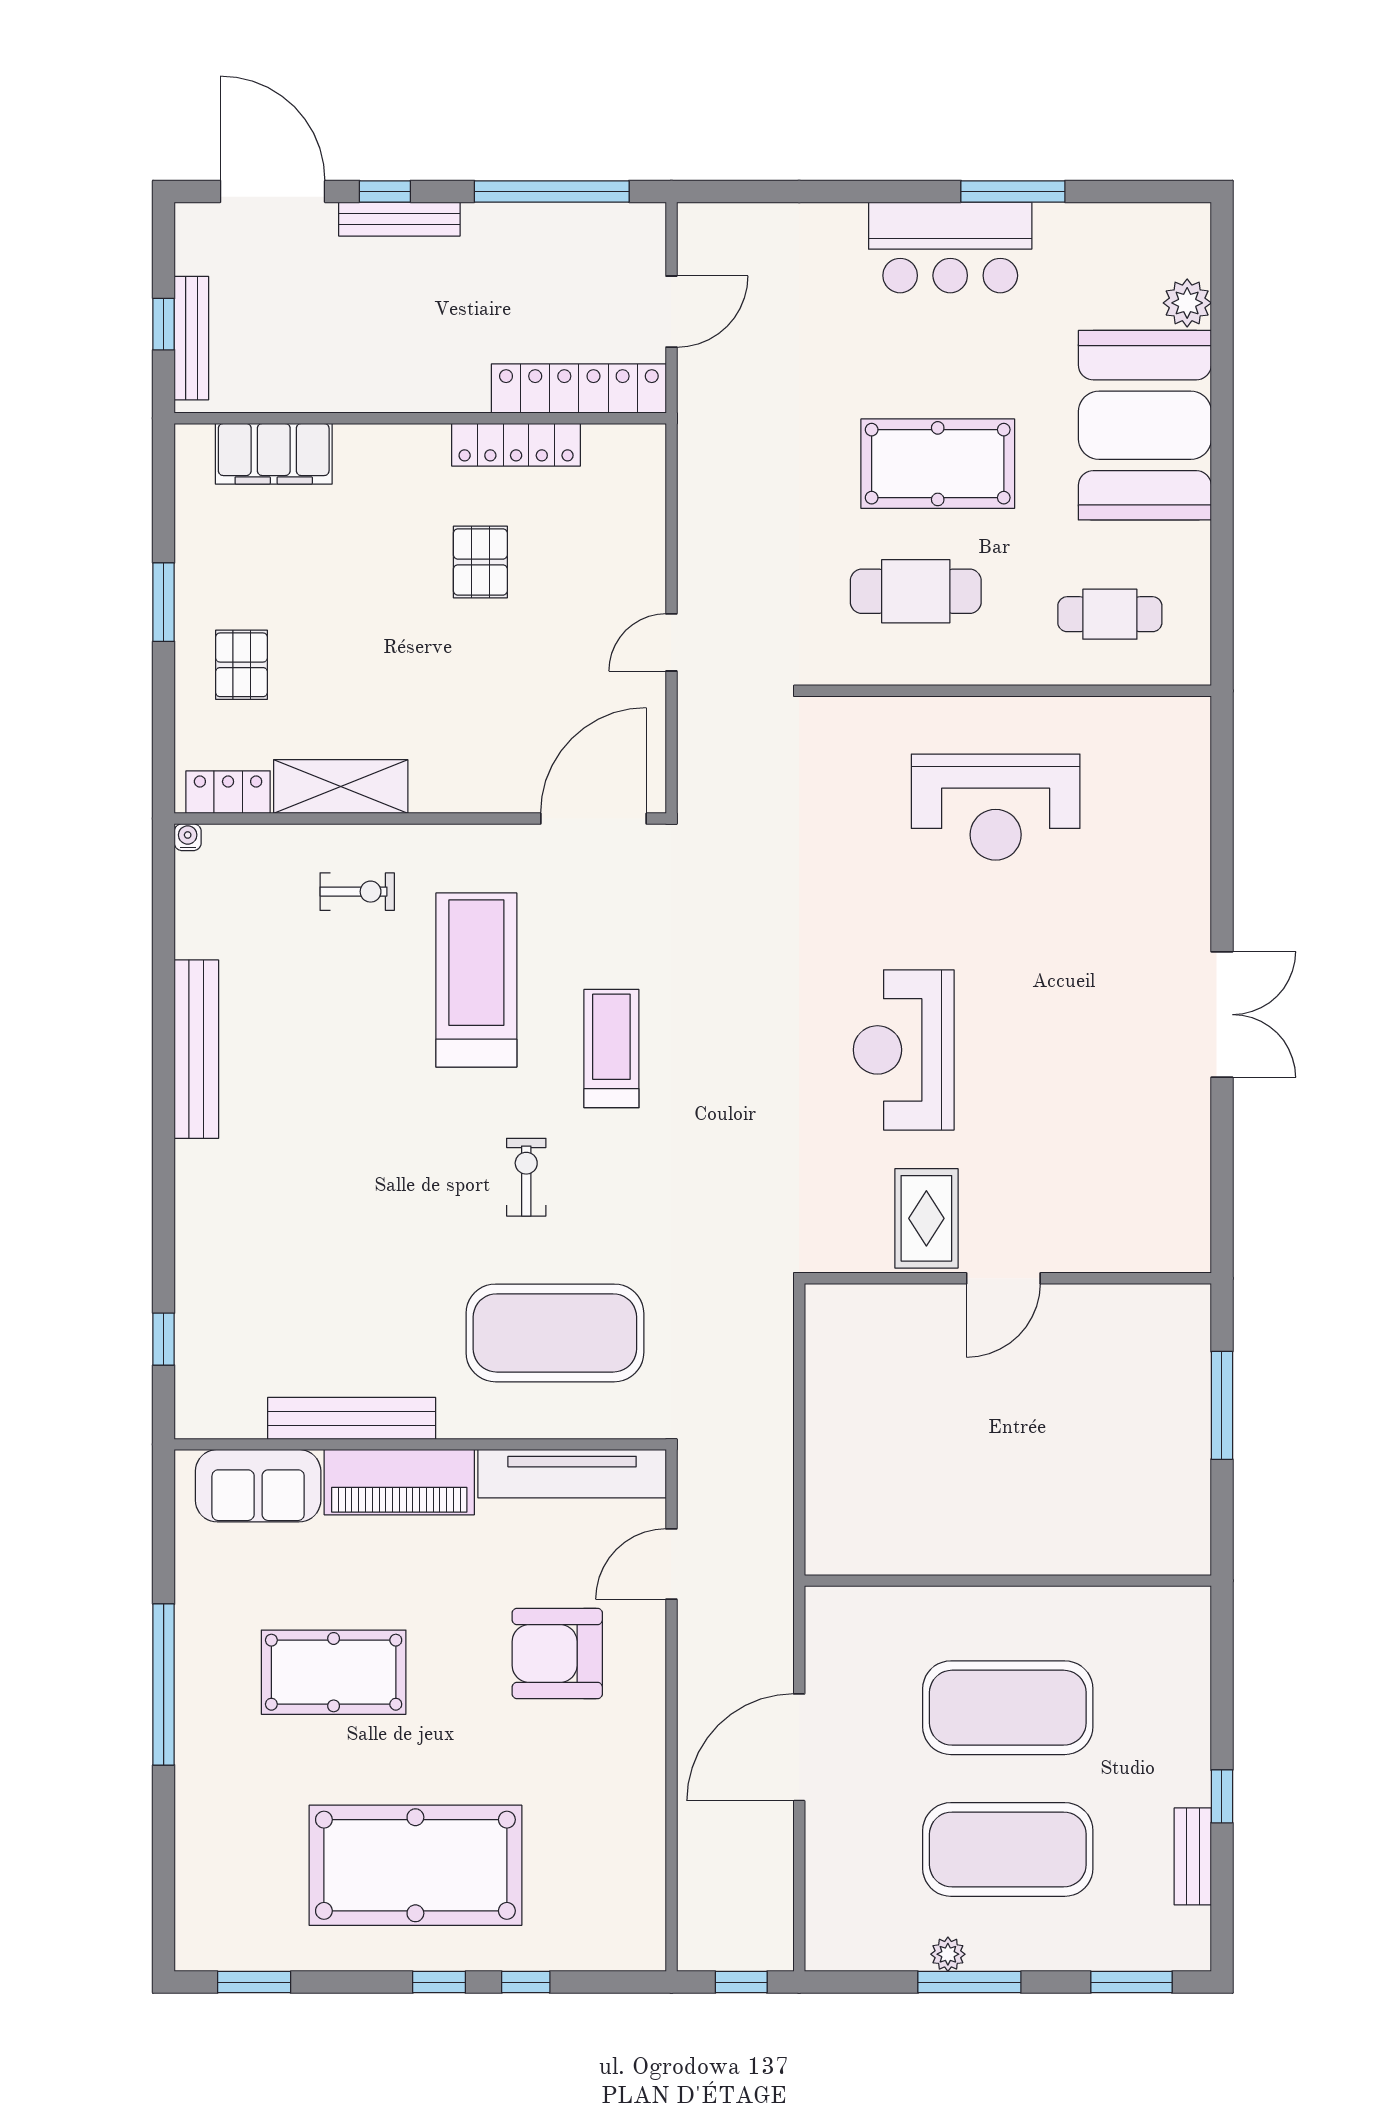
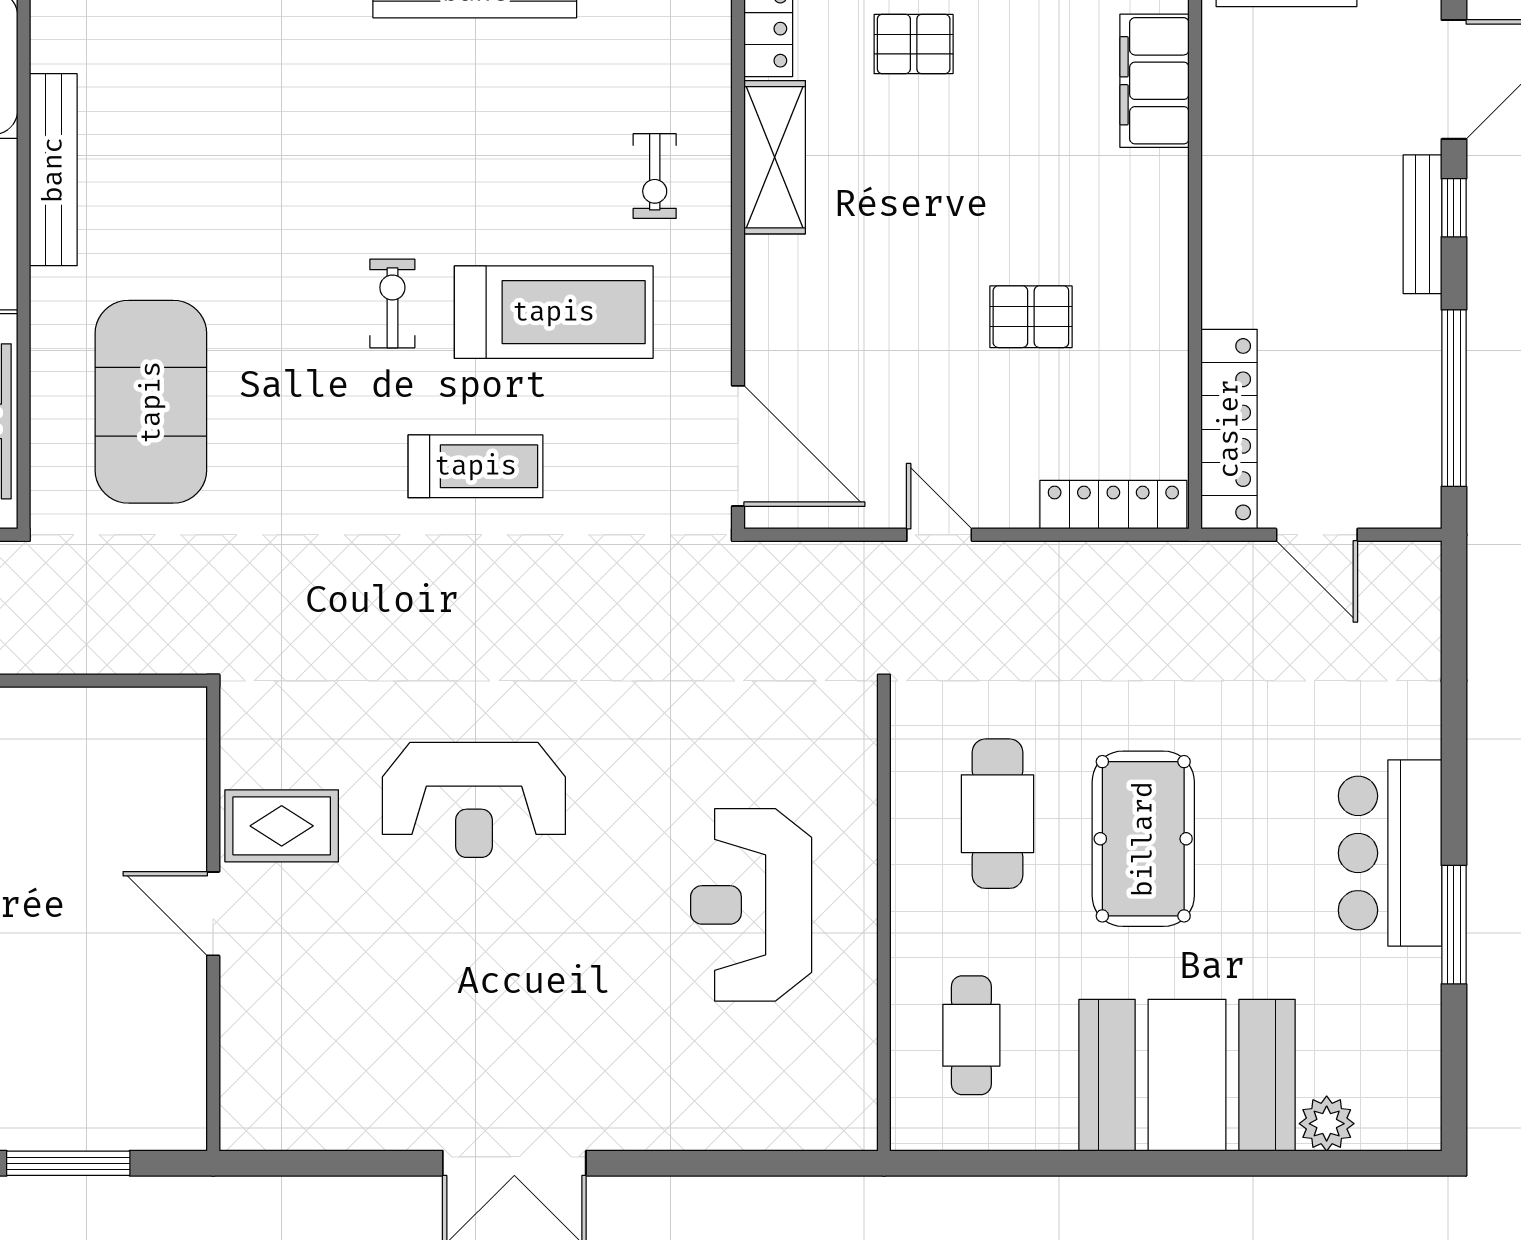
locker: (516, 445) -> (1113, 505), moved, turned 90
reception desk: (904, 1050) -> (474, 800), turned 180
exercise bike: (526, 1177) -> (392, 303), moved, turned -90

